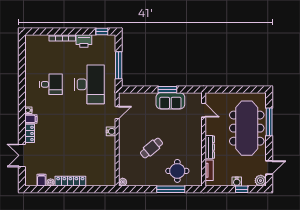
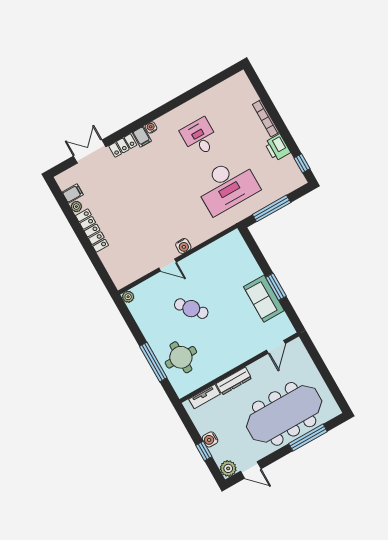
desk: (51, 84) -> (200, 137), turned 180
door: (117, 113) -> (168, 265), moved

